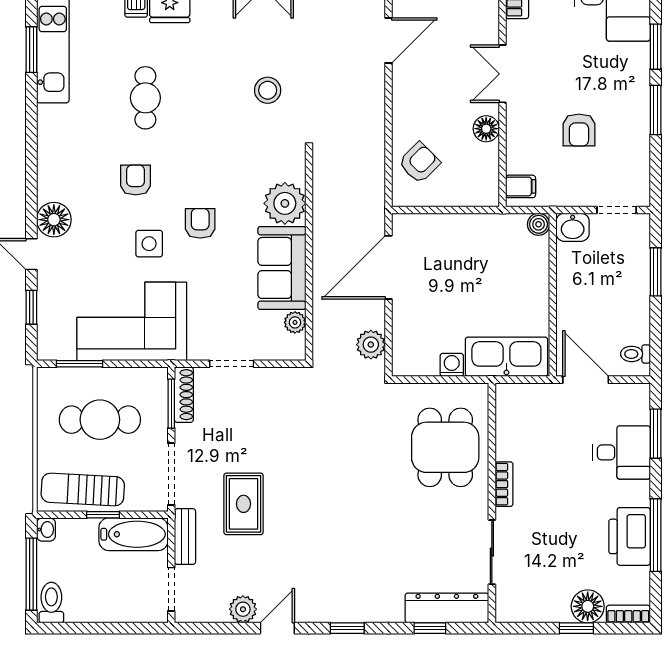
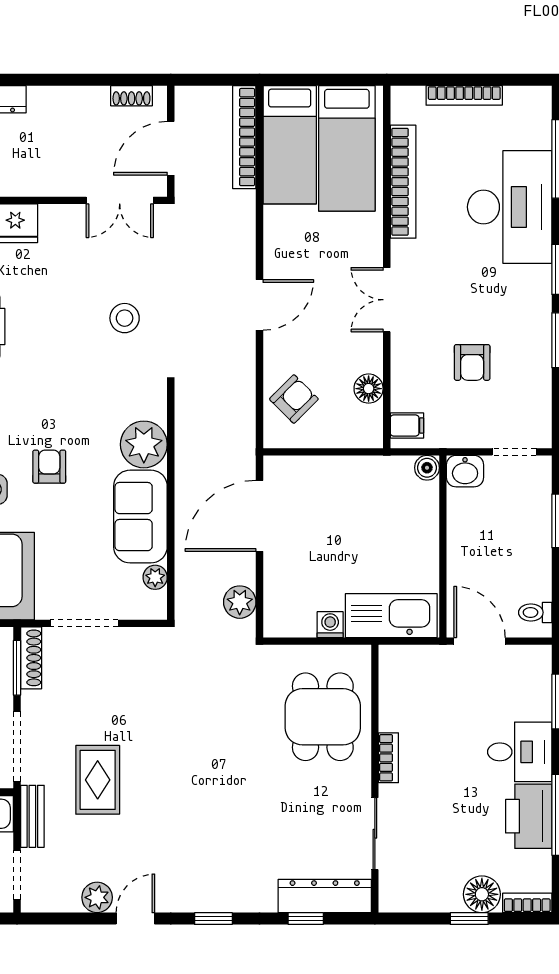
door: (389, 40) -> (260, 305), moved
floor lamp: (486, 129) -> (369, 389), moved
doorway: (232, 364) -> (84, 623), width x1.38
desk: (622, 452) -> (520, 752), moved

